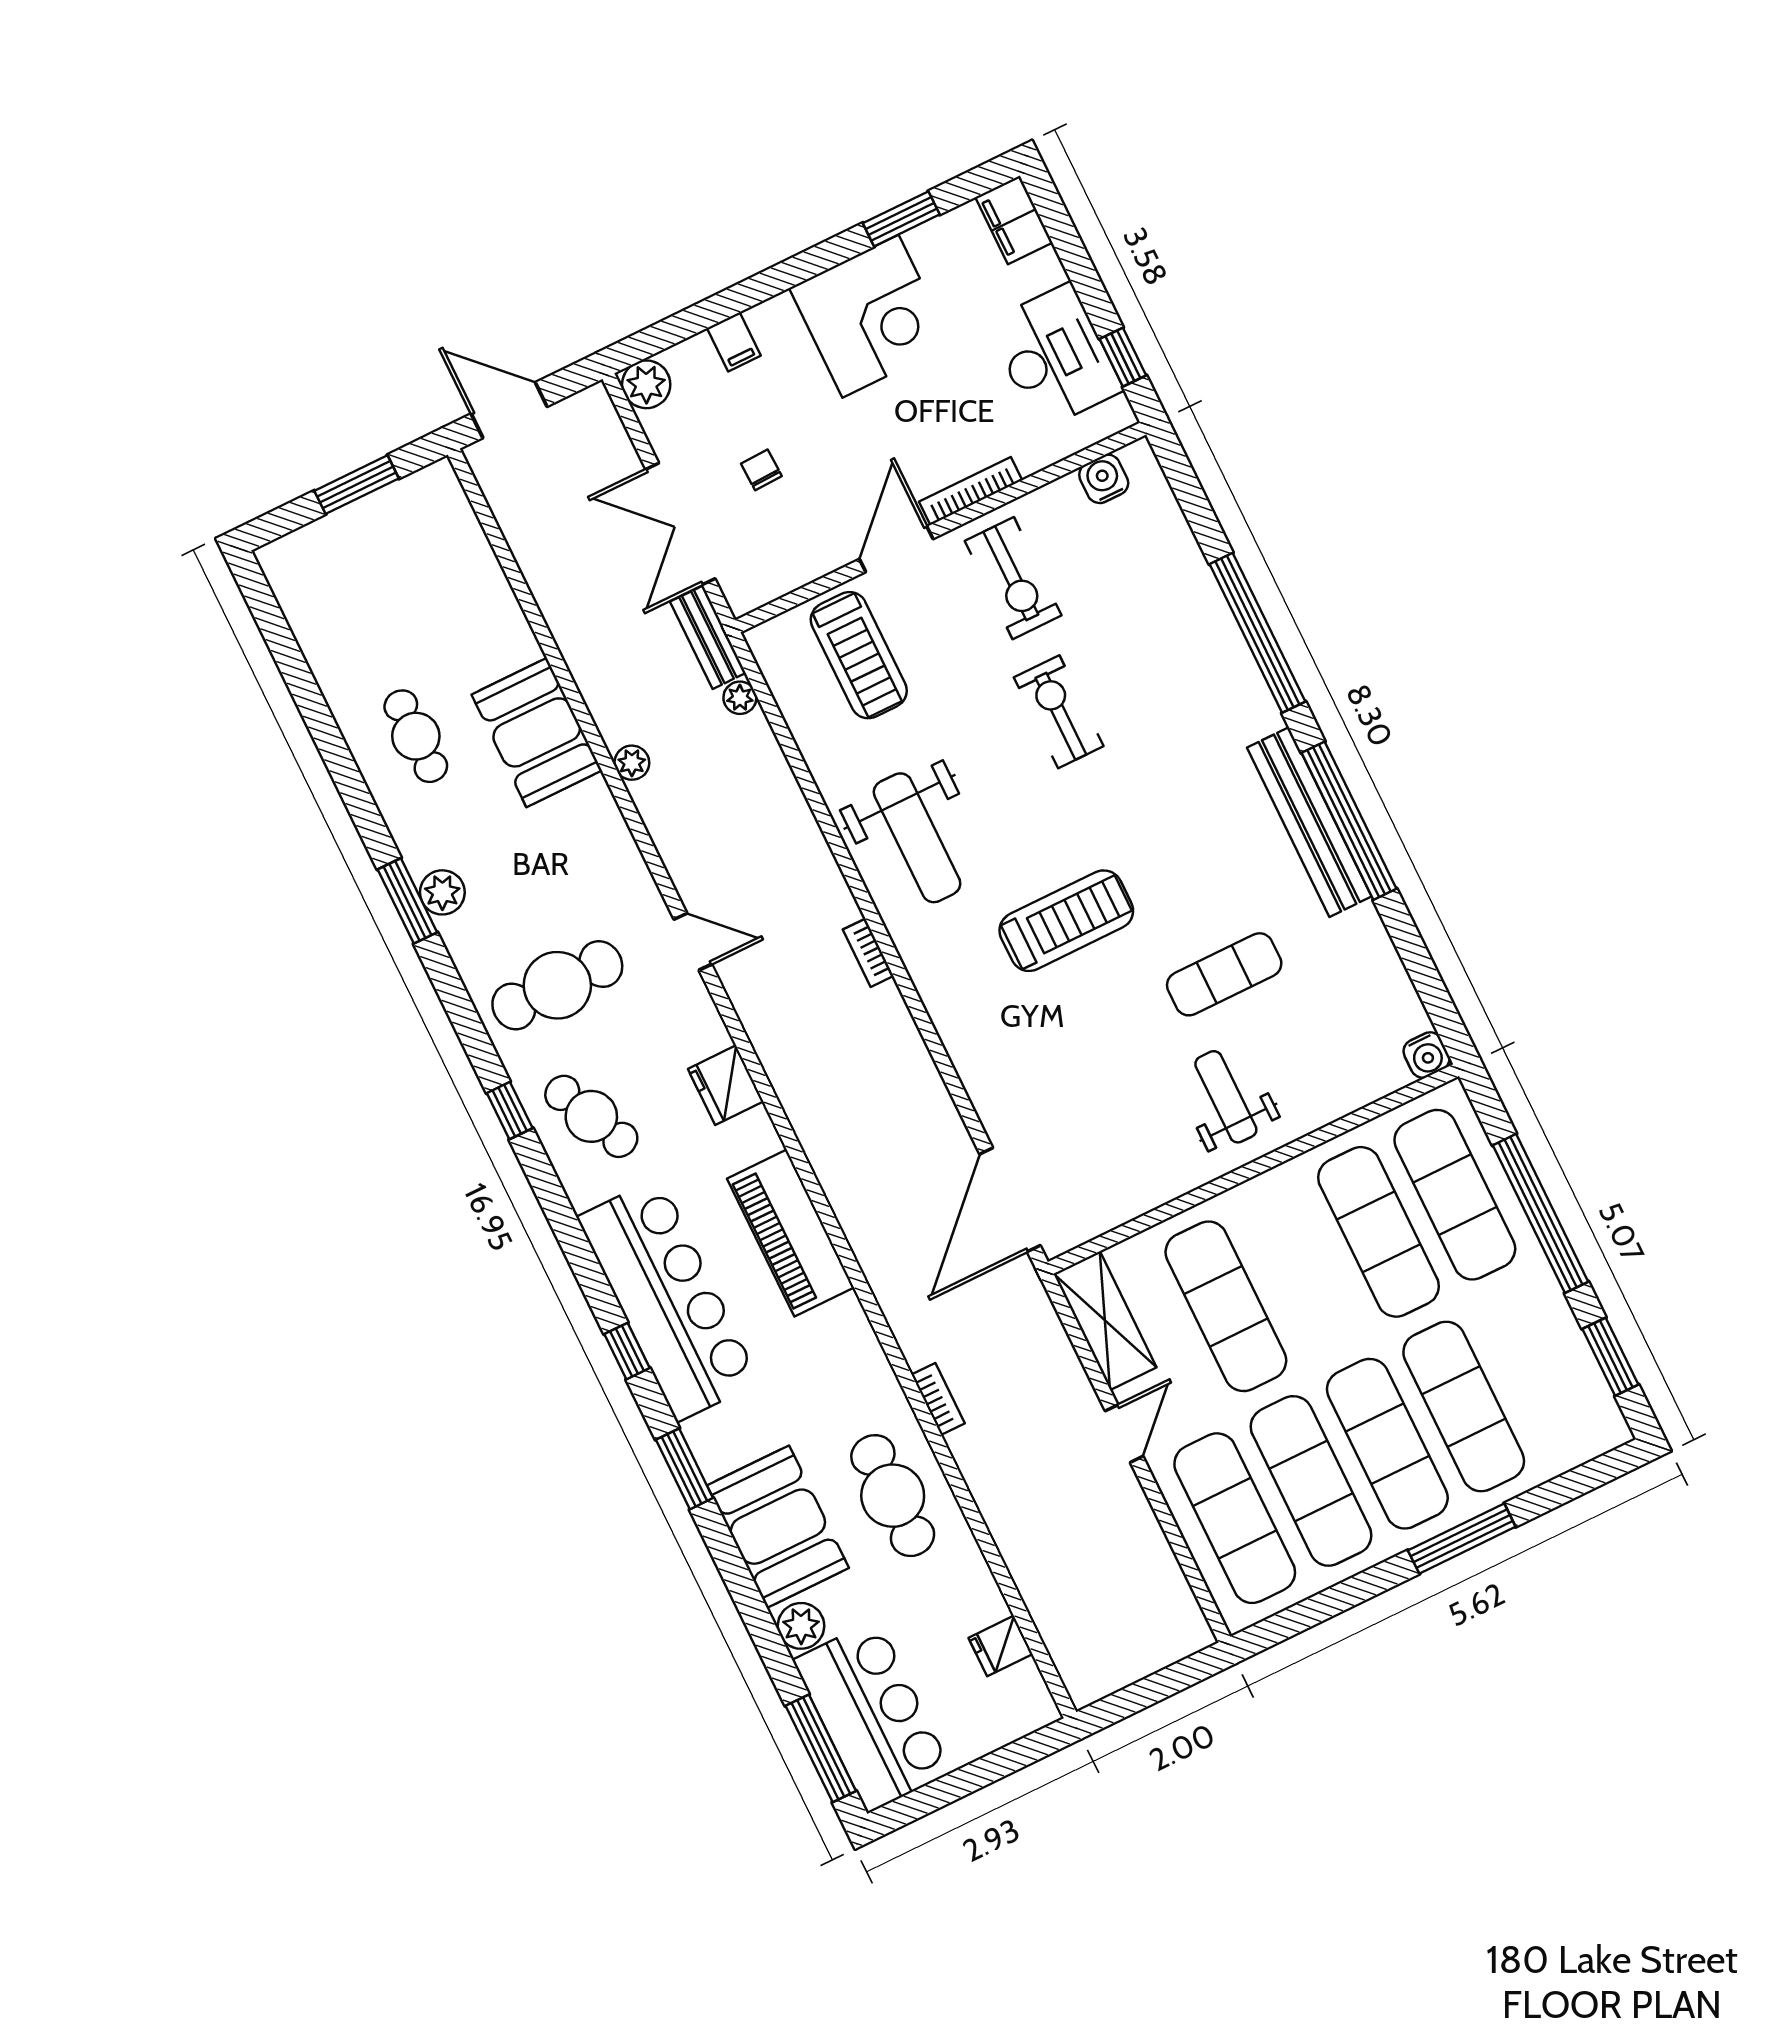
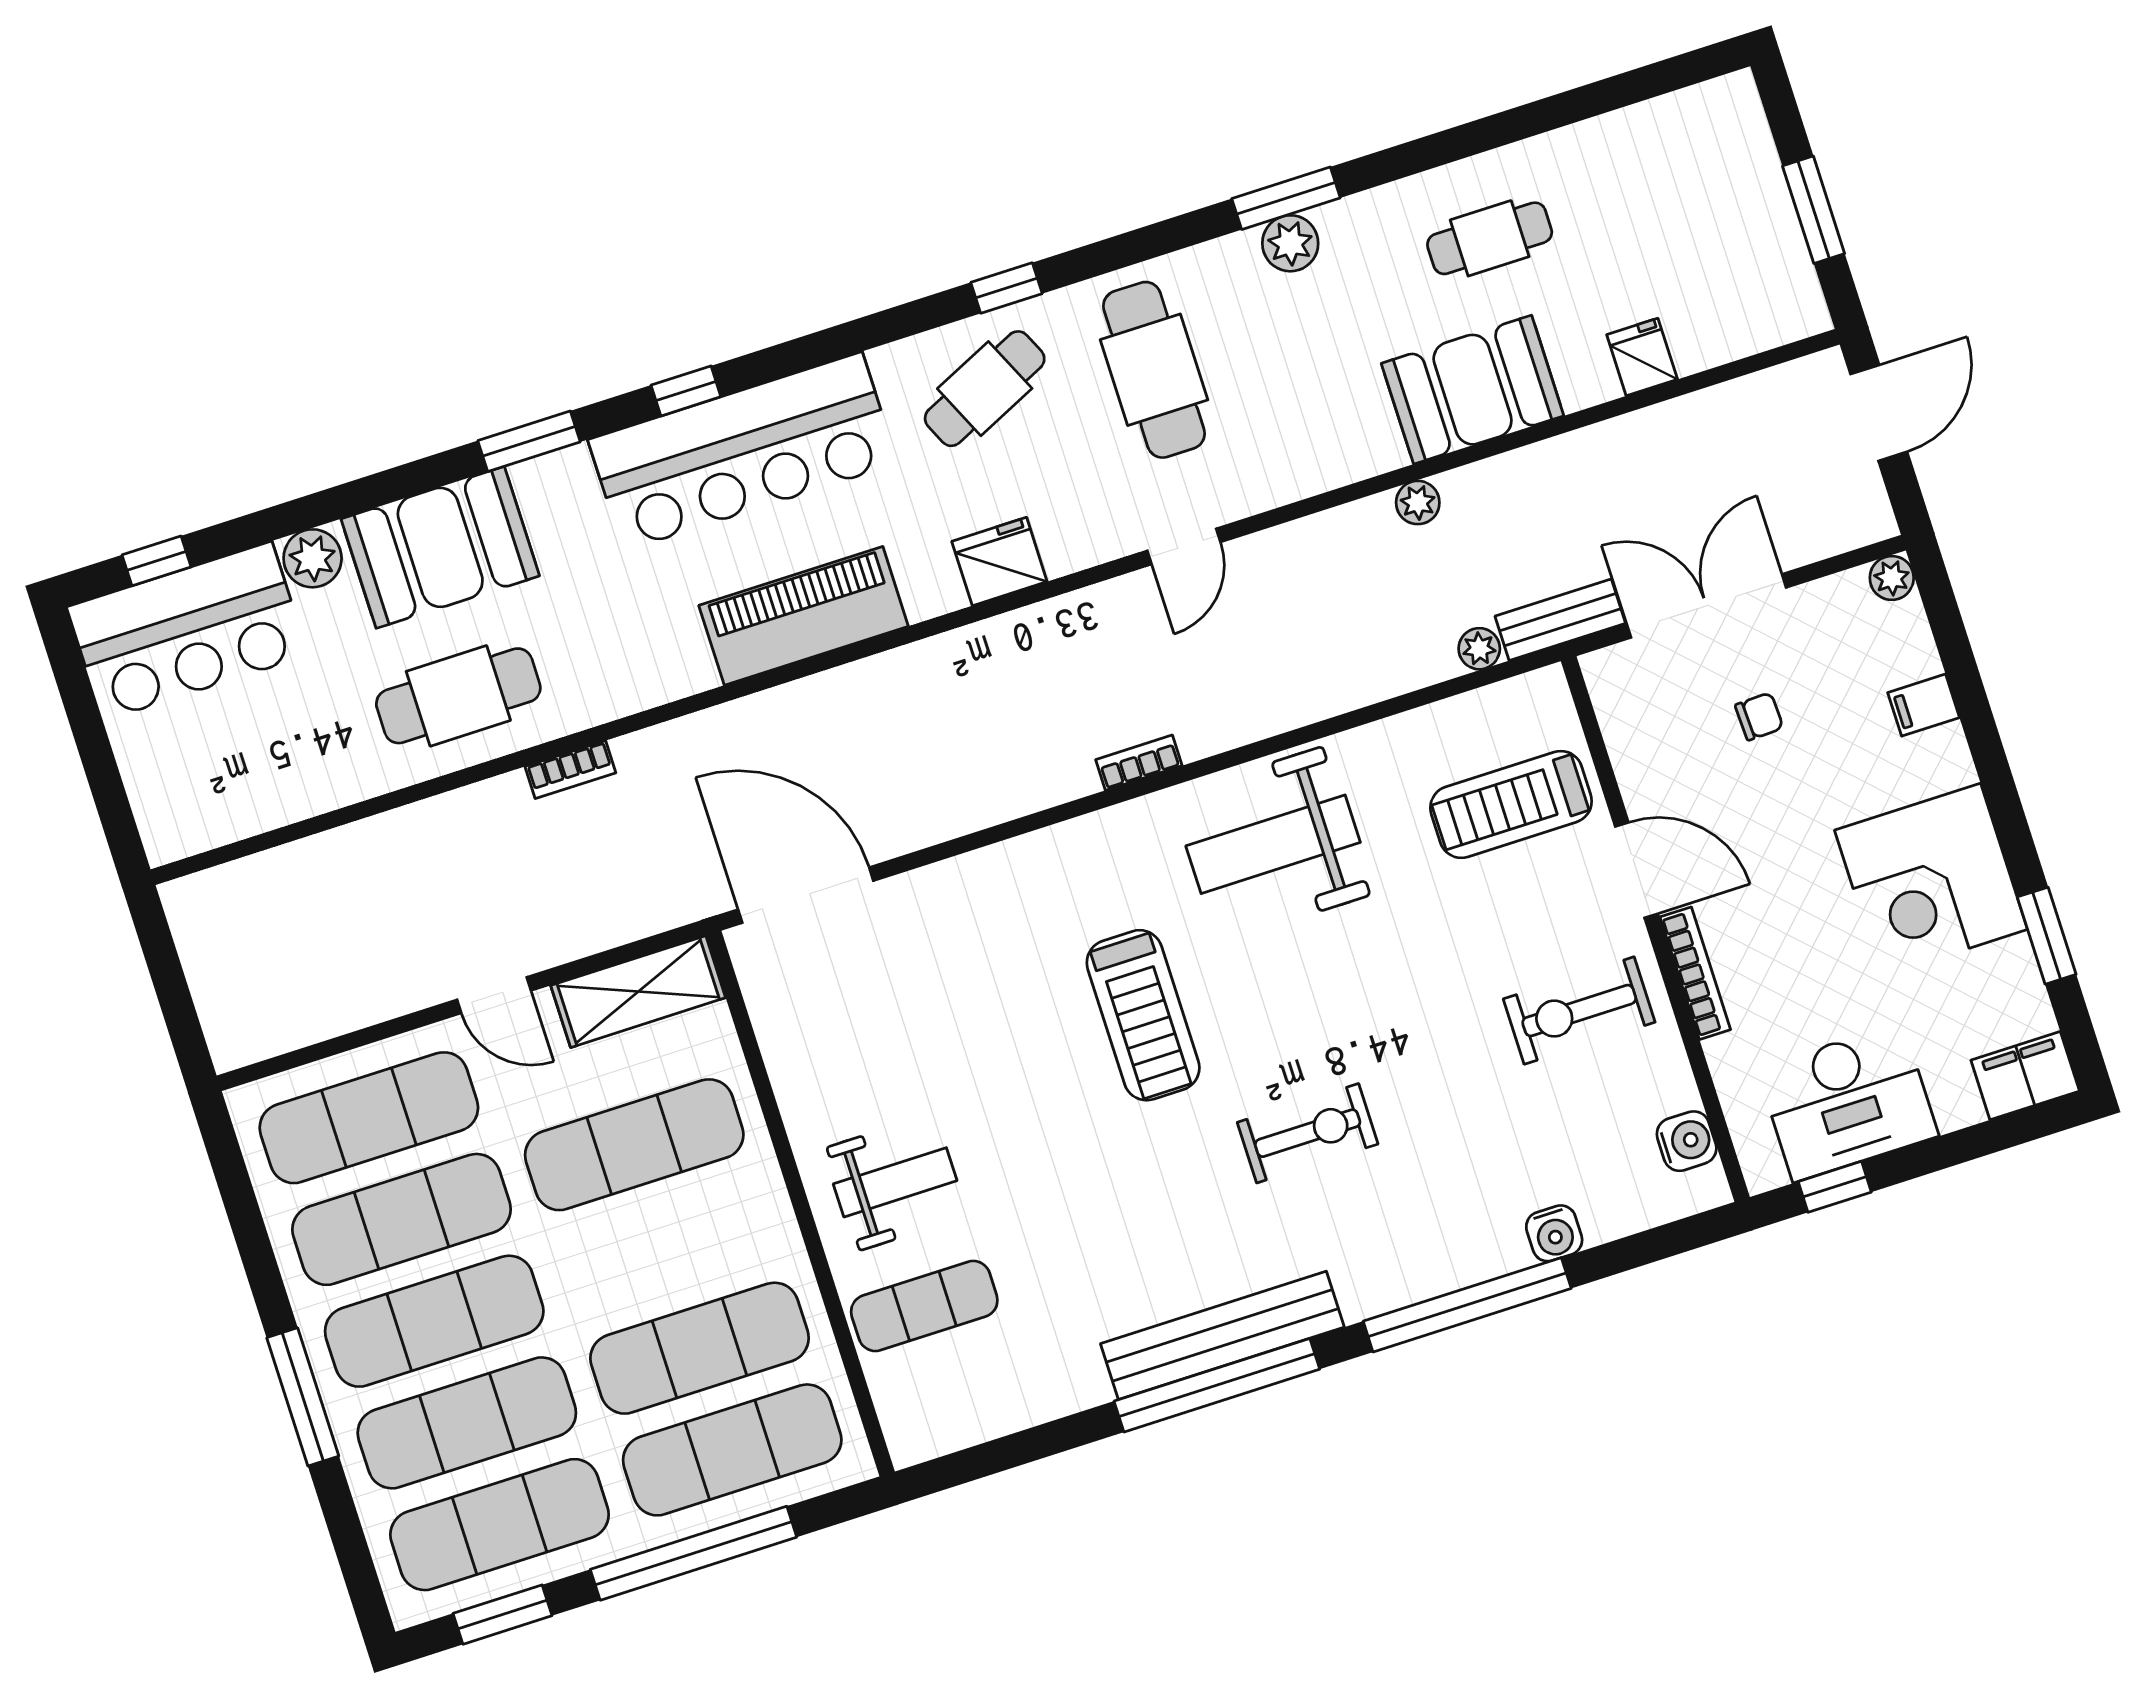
plant: (646, 384) -> (1892, 578), width x0.73, depth x0.73
exercise bike: (1059, 712) -> (1308, 1133), moved
exercise mat: (1224, 974) -> (924, 1306), moved, turned 90
water cooler: (1427, 1055) -> (1554, 1233), moved, turned -90
exercise mat: (1540, 1369) -> (500, 1525), added
fridge: (1001, 1646) -> (1642, 357), moved
window: (821, 1748) -> (156, 561), width x0.46

